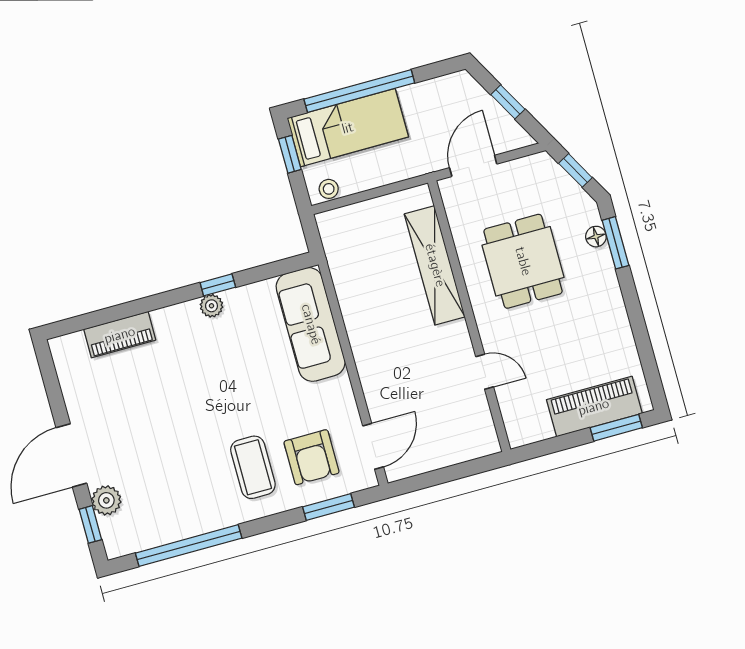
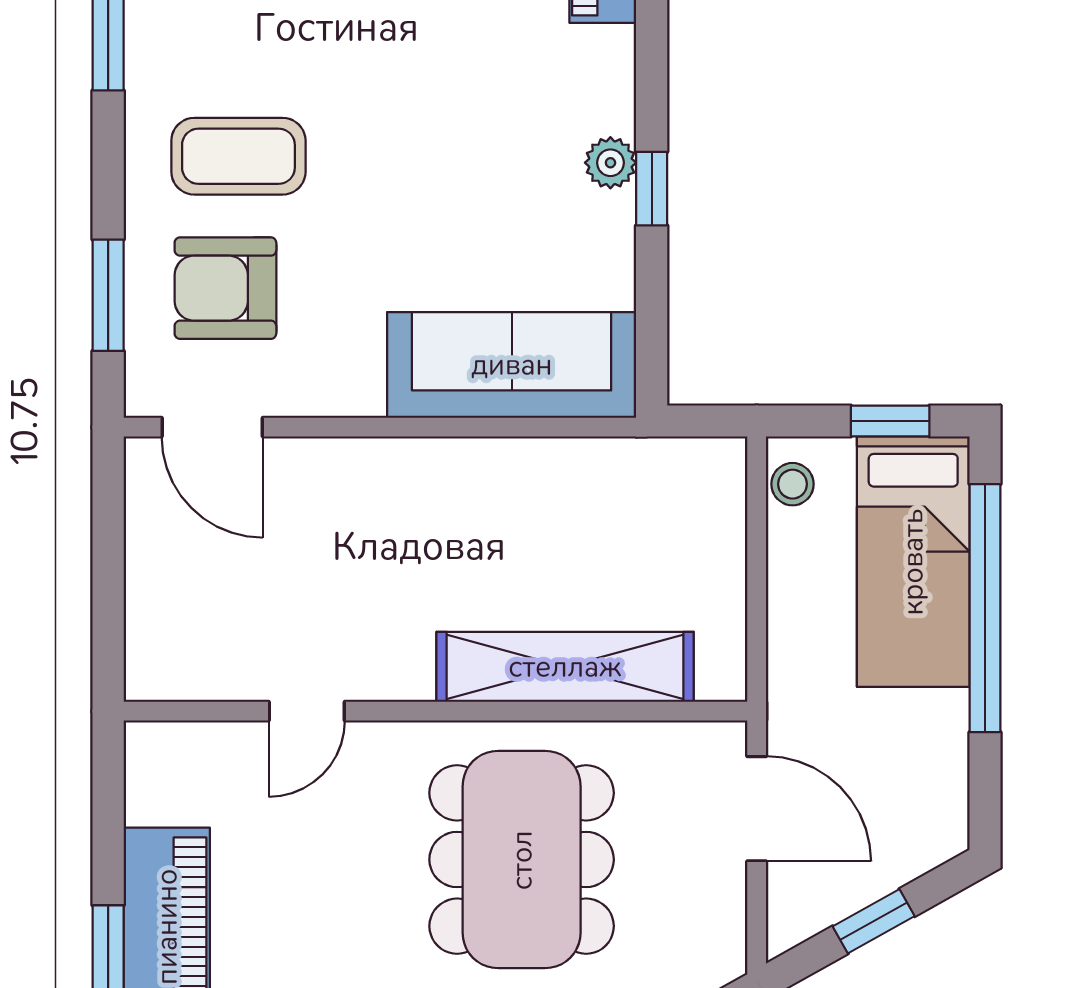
dining table: (523, 261) -> (522, 860), width x1.38

